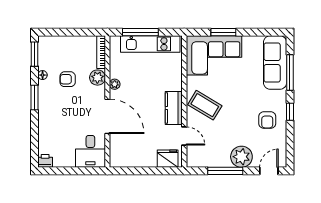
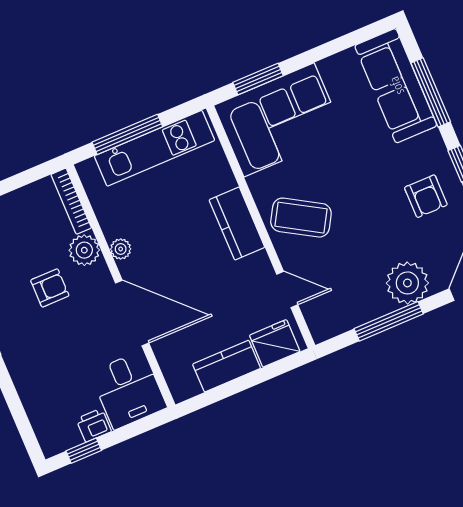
window: (223, 32) -> (258, 79), moved
armchair: (68, 79) -> (50, 288), moved, turned 180
kitchen counter: (174, 108) -> (237, 224), moved
kitchen counter: (141, 160) -> (227, 366), added
printer: (45, 161) -> (94, 425), moved
window: (58, 171) -> (84, 451), added

